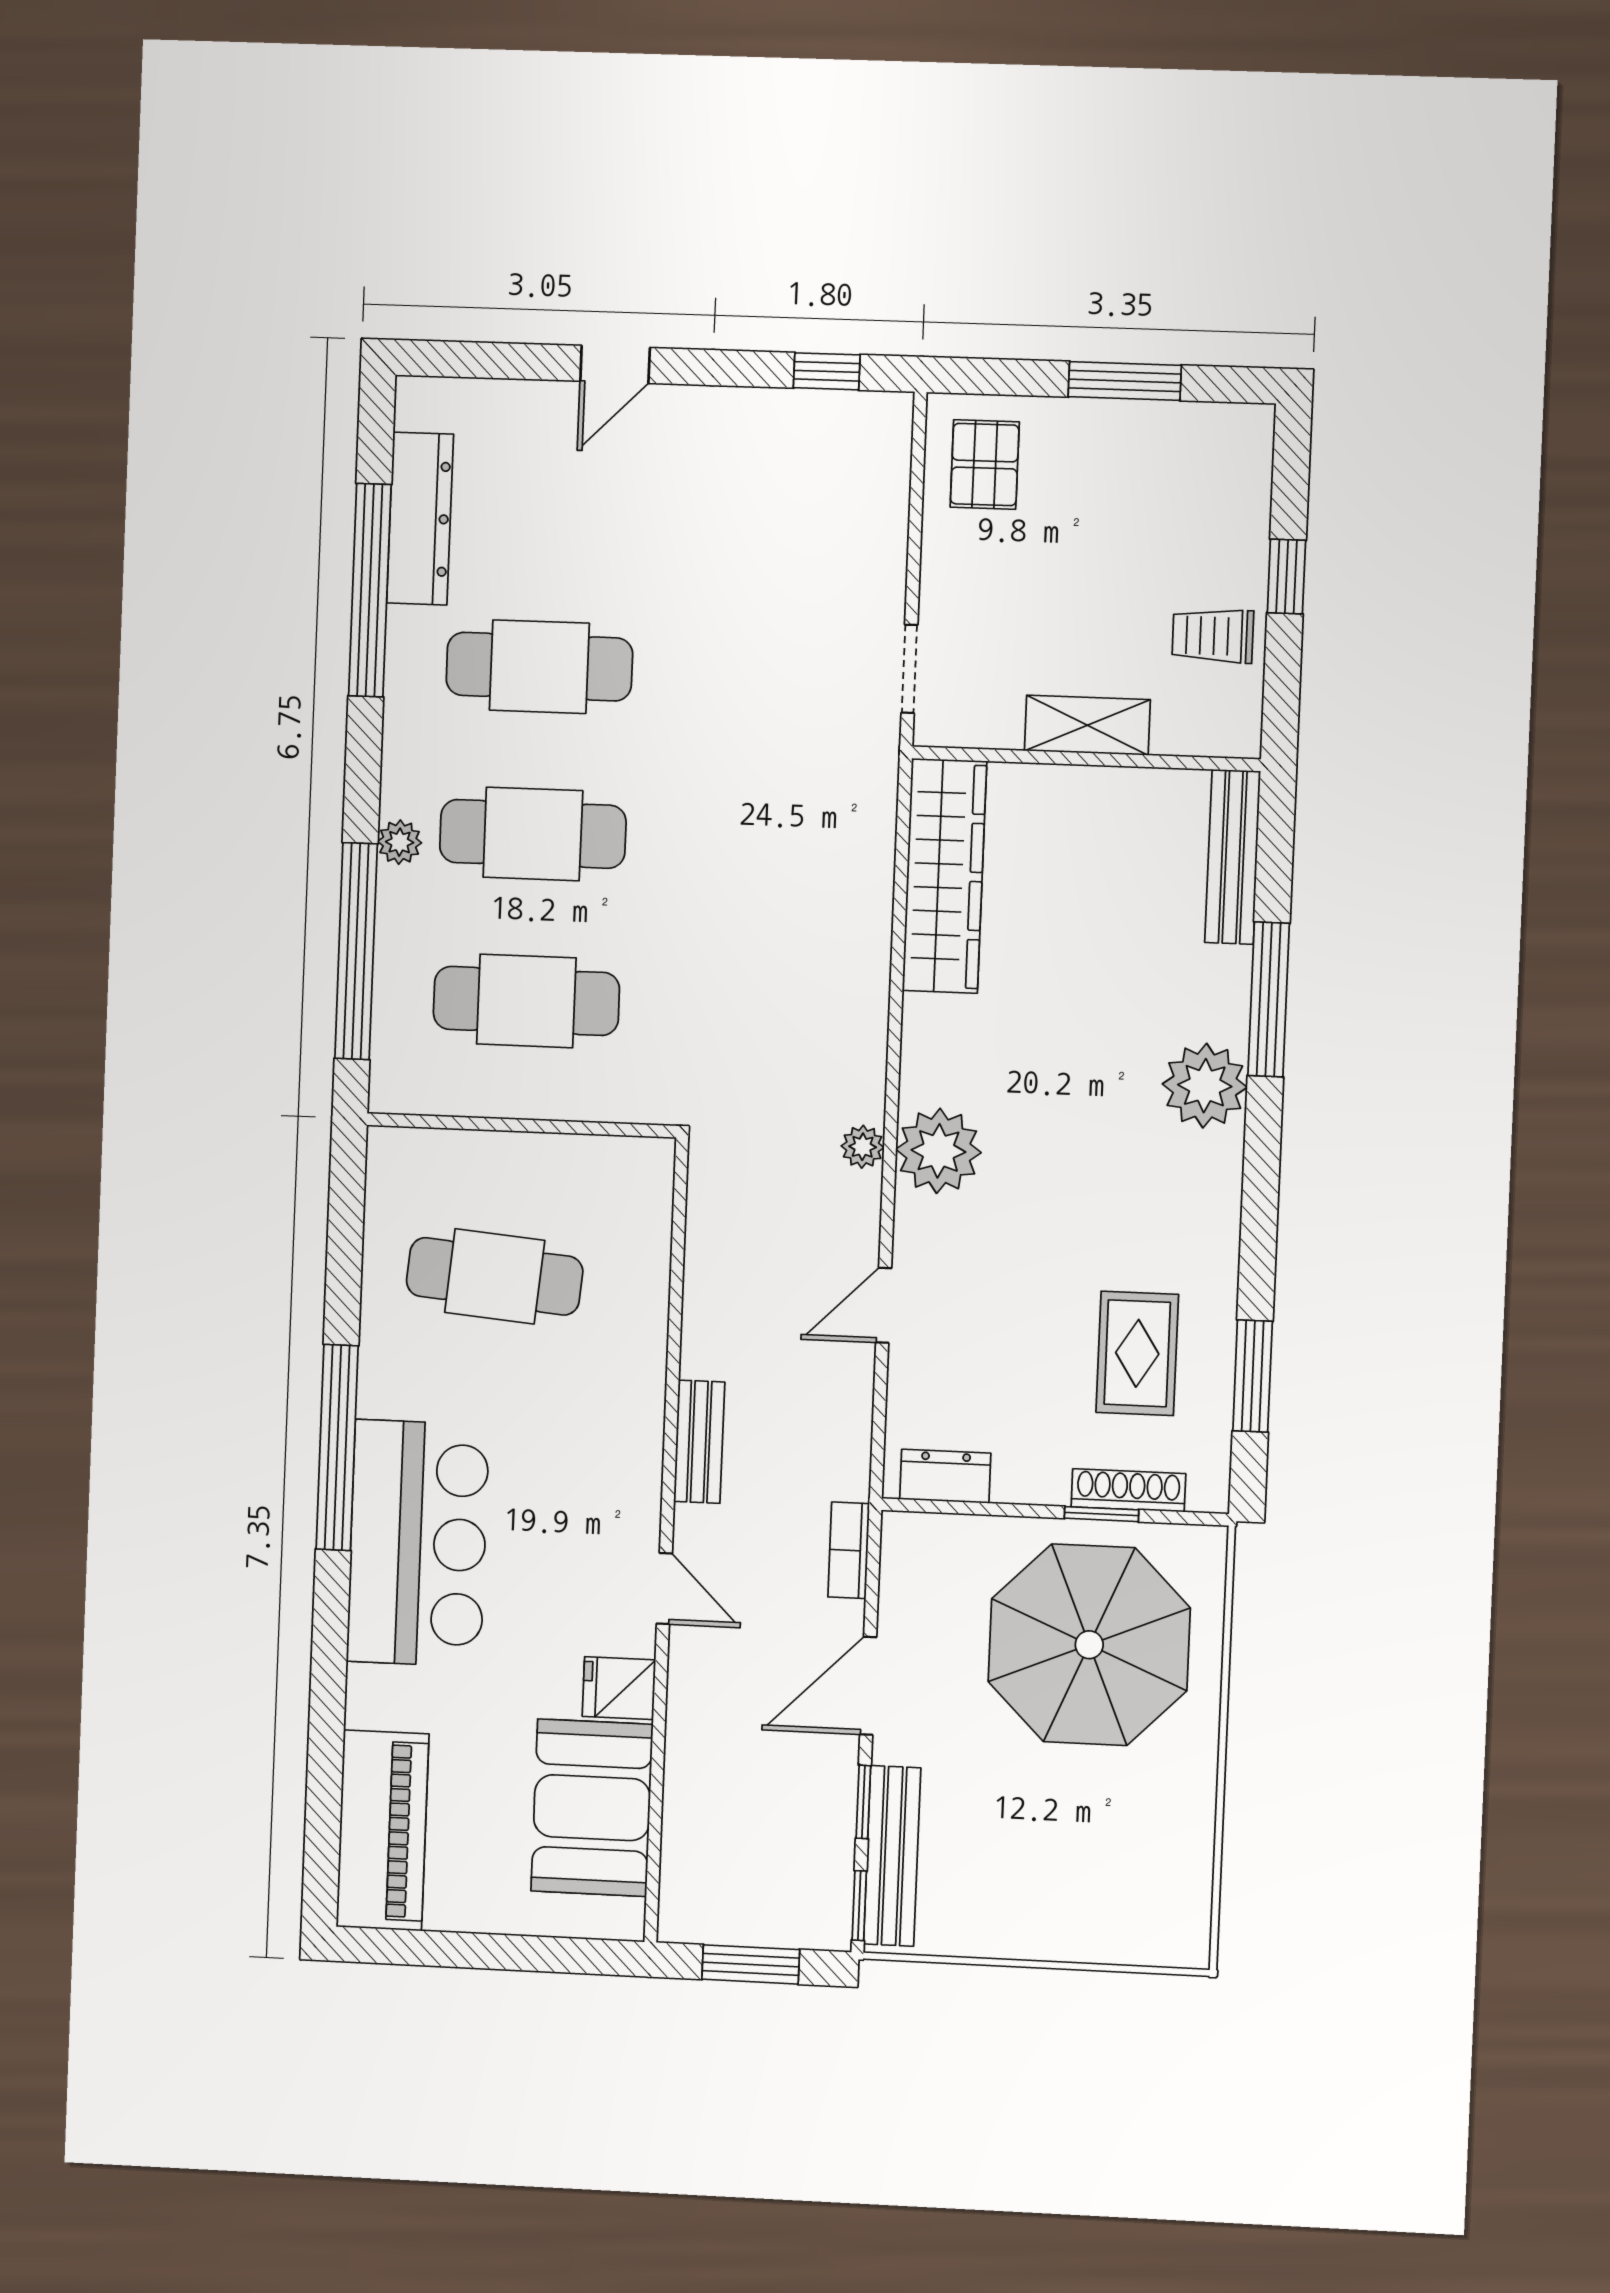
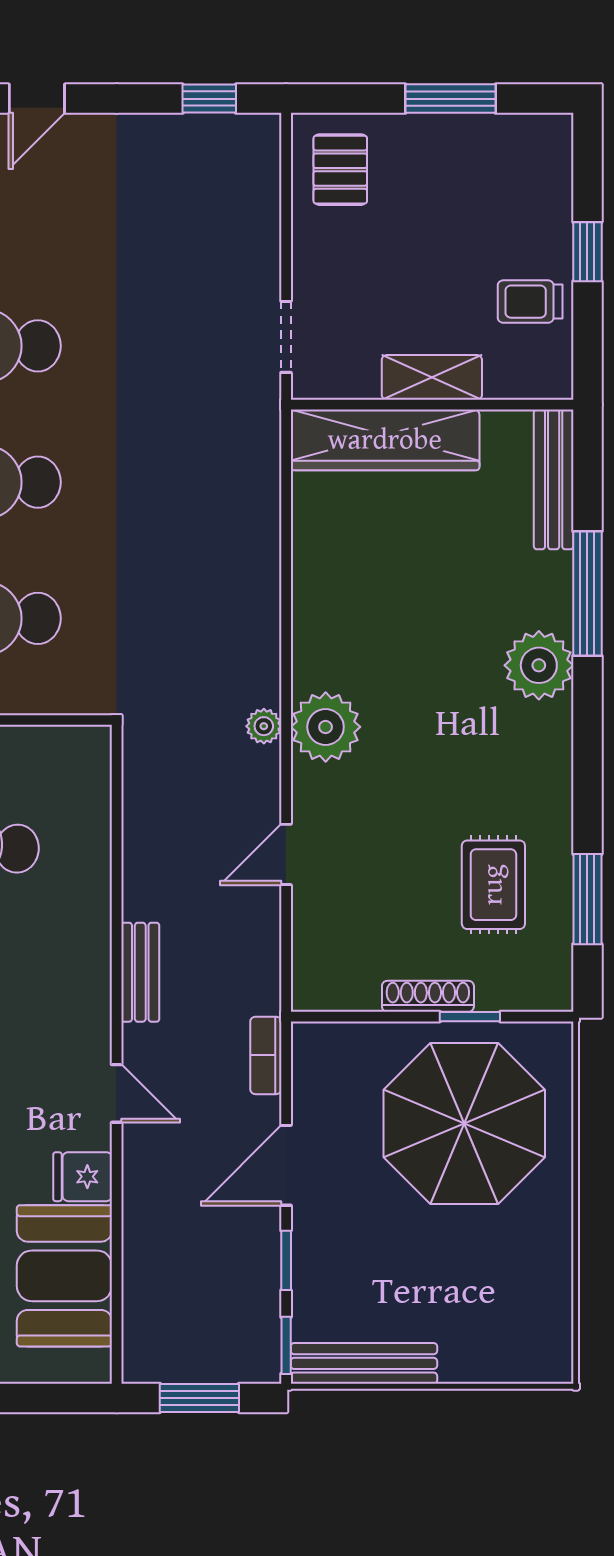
wardrobe: (944, 876) -> (385, 440), moved, turned 90
dresser: (945, 1476) -> (342, 991), removed
shoe rack: (1128, 1490) -> (428, 996), moved
bench: (892, 1856) -> (364, 1363), moved, turned 90

